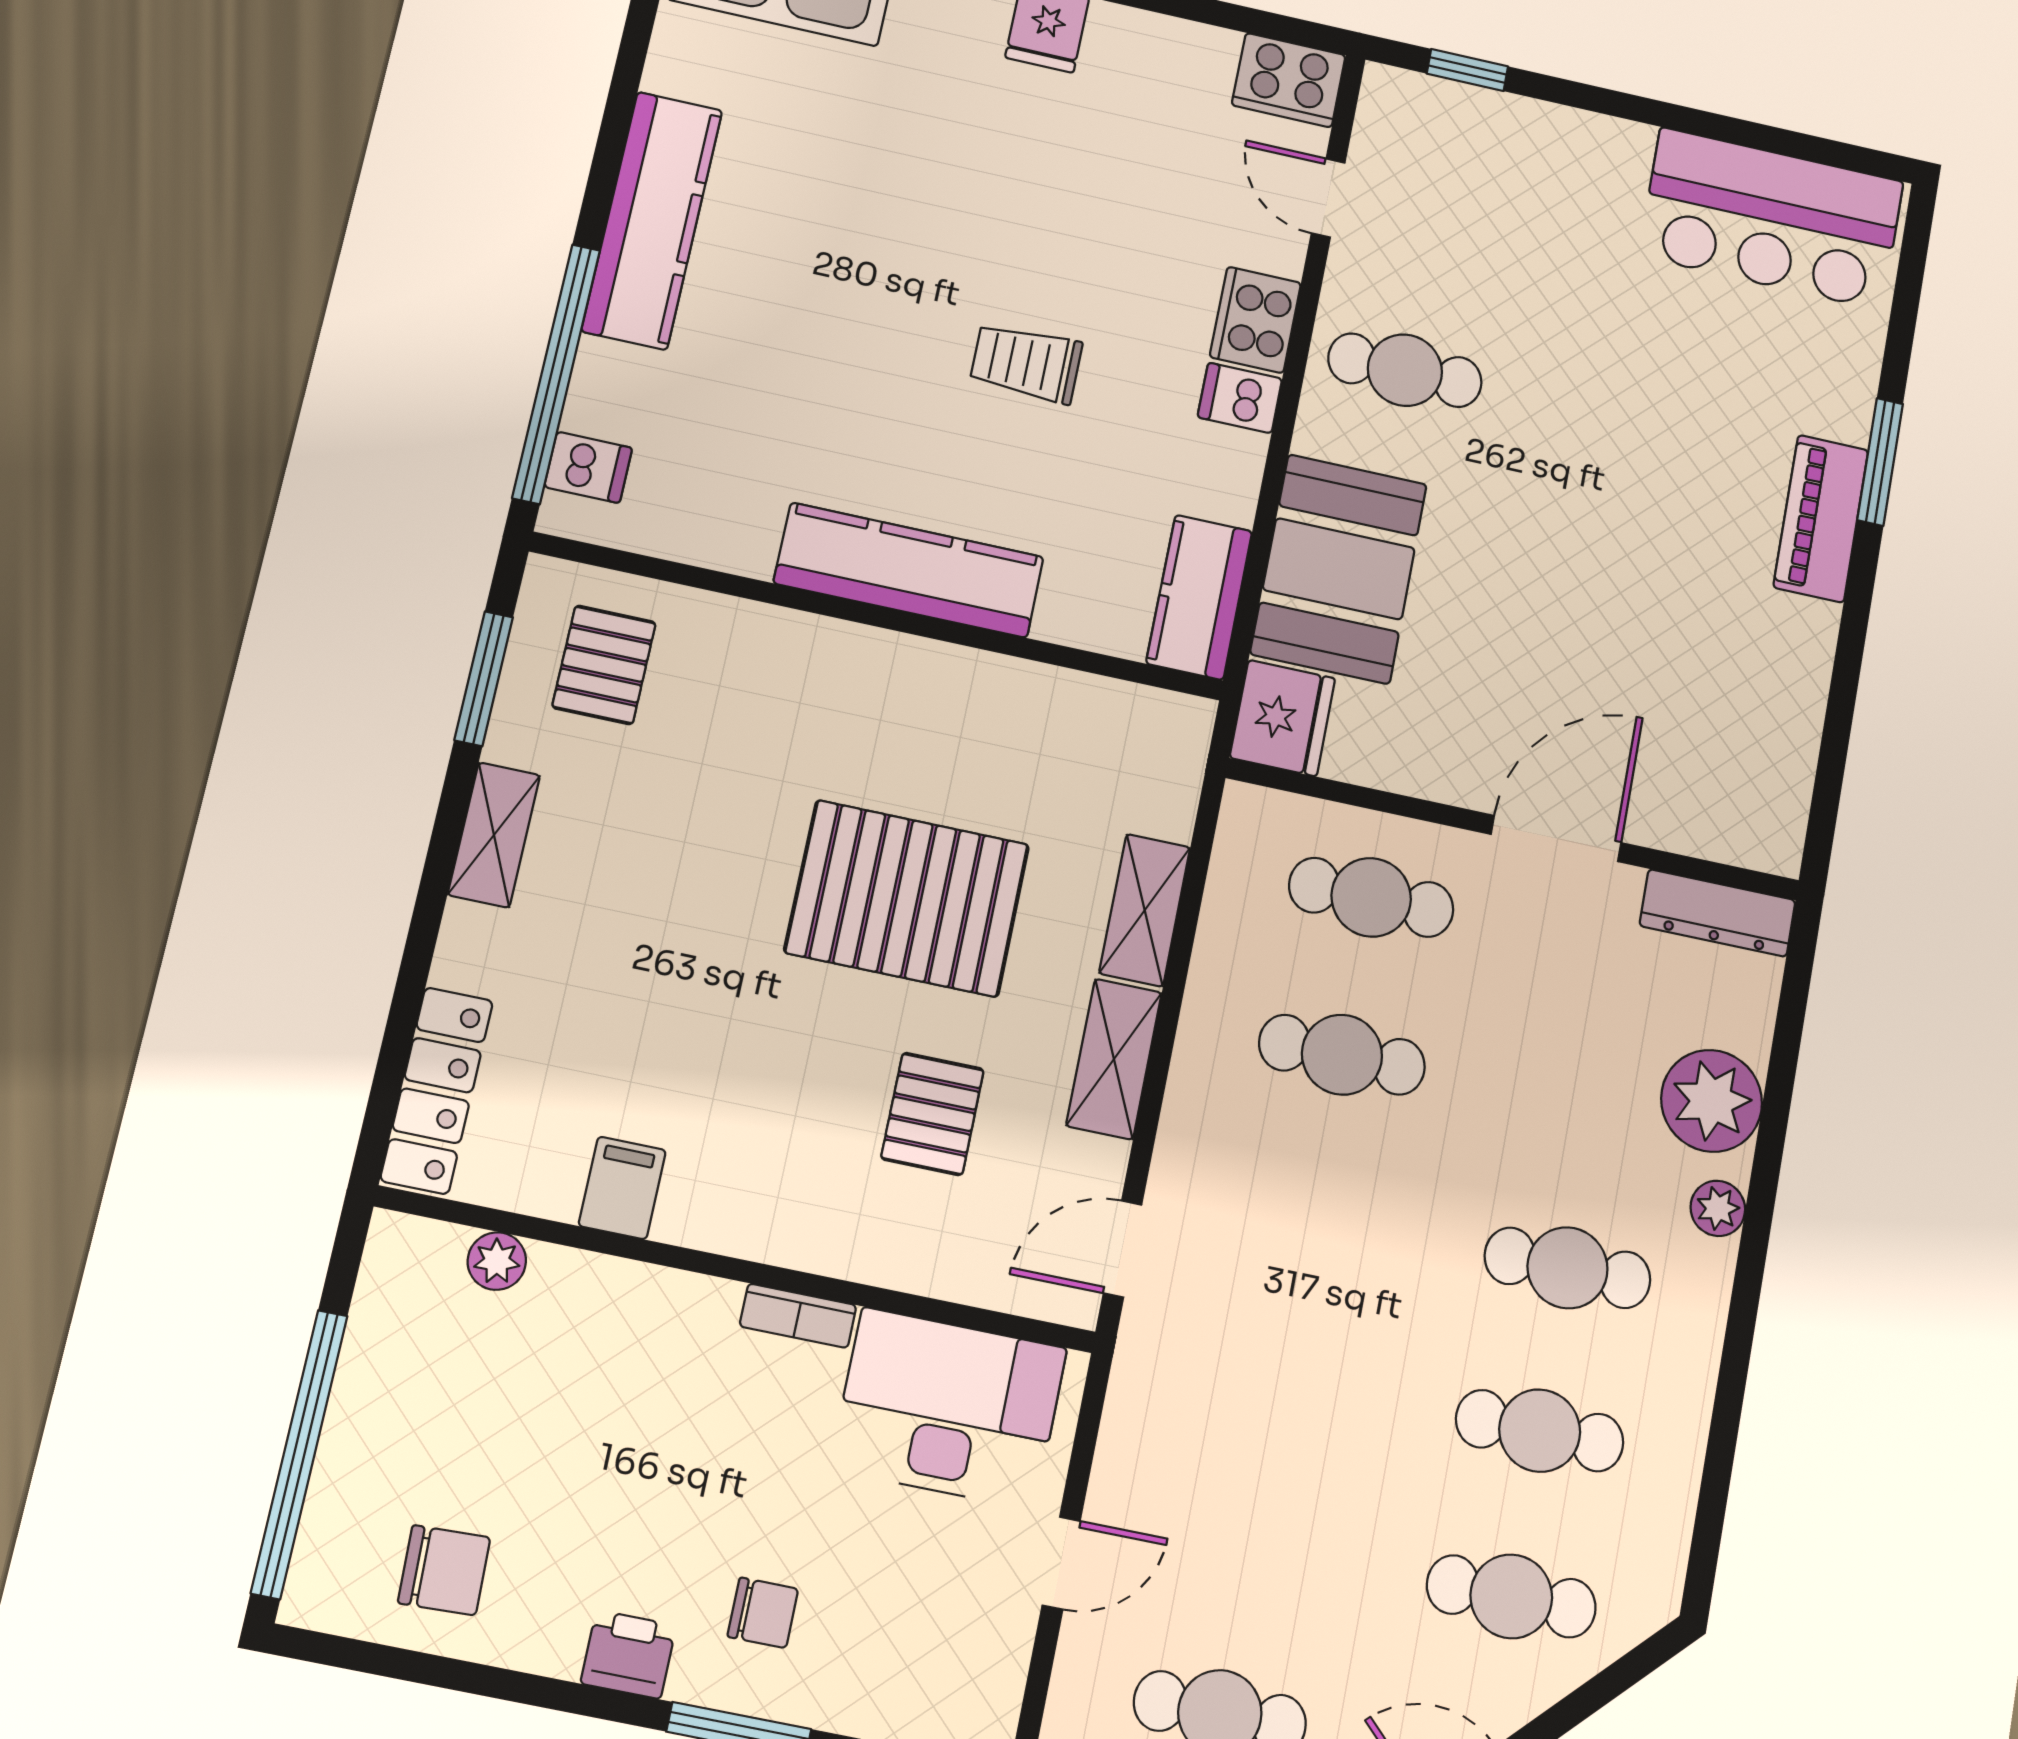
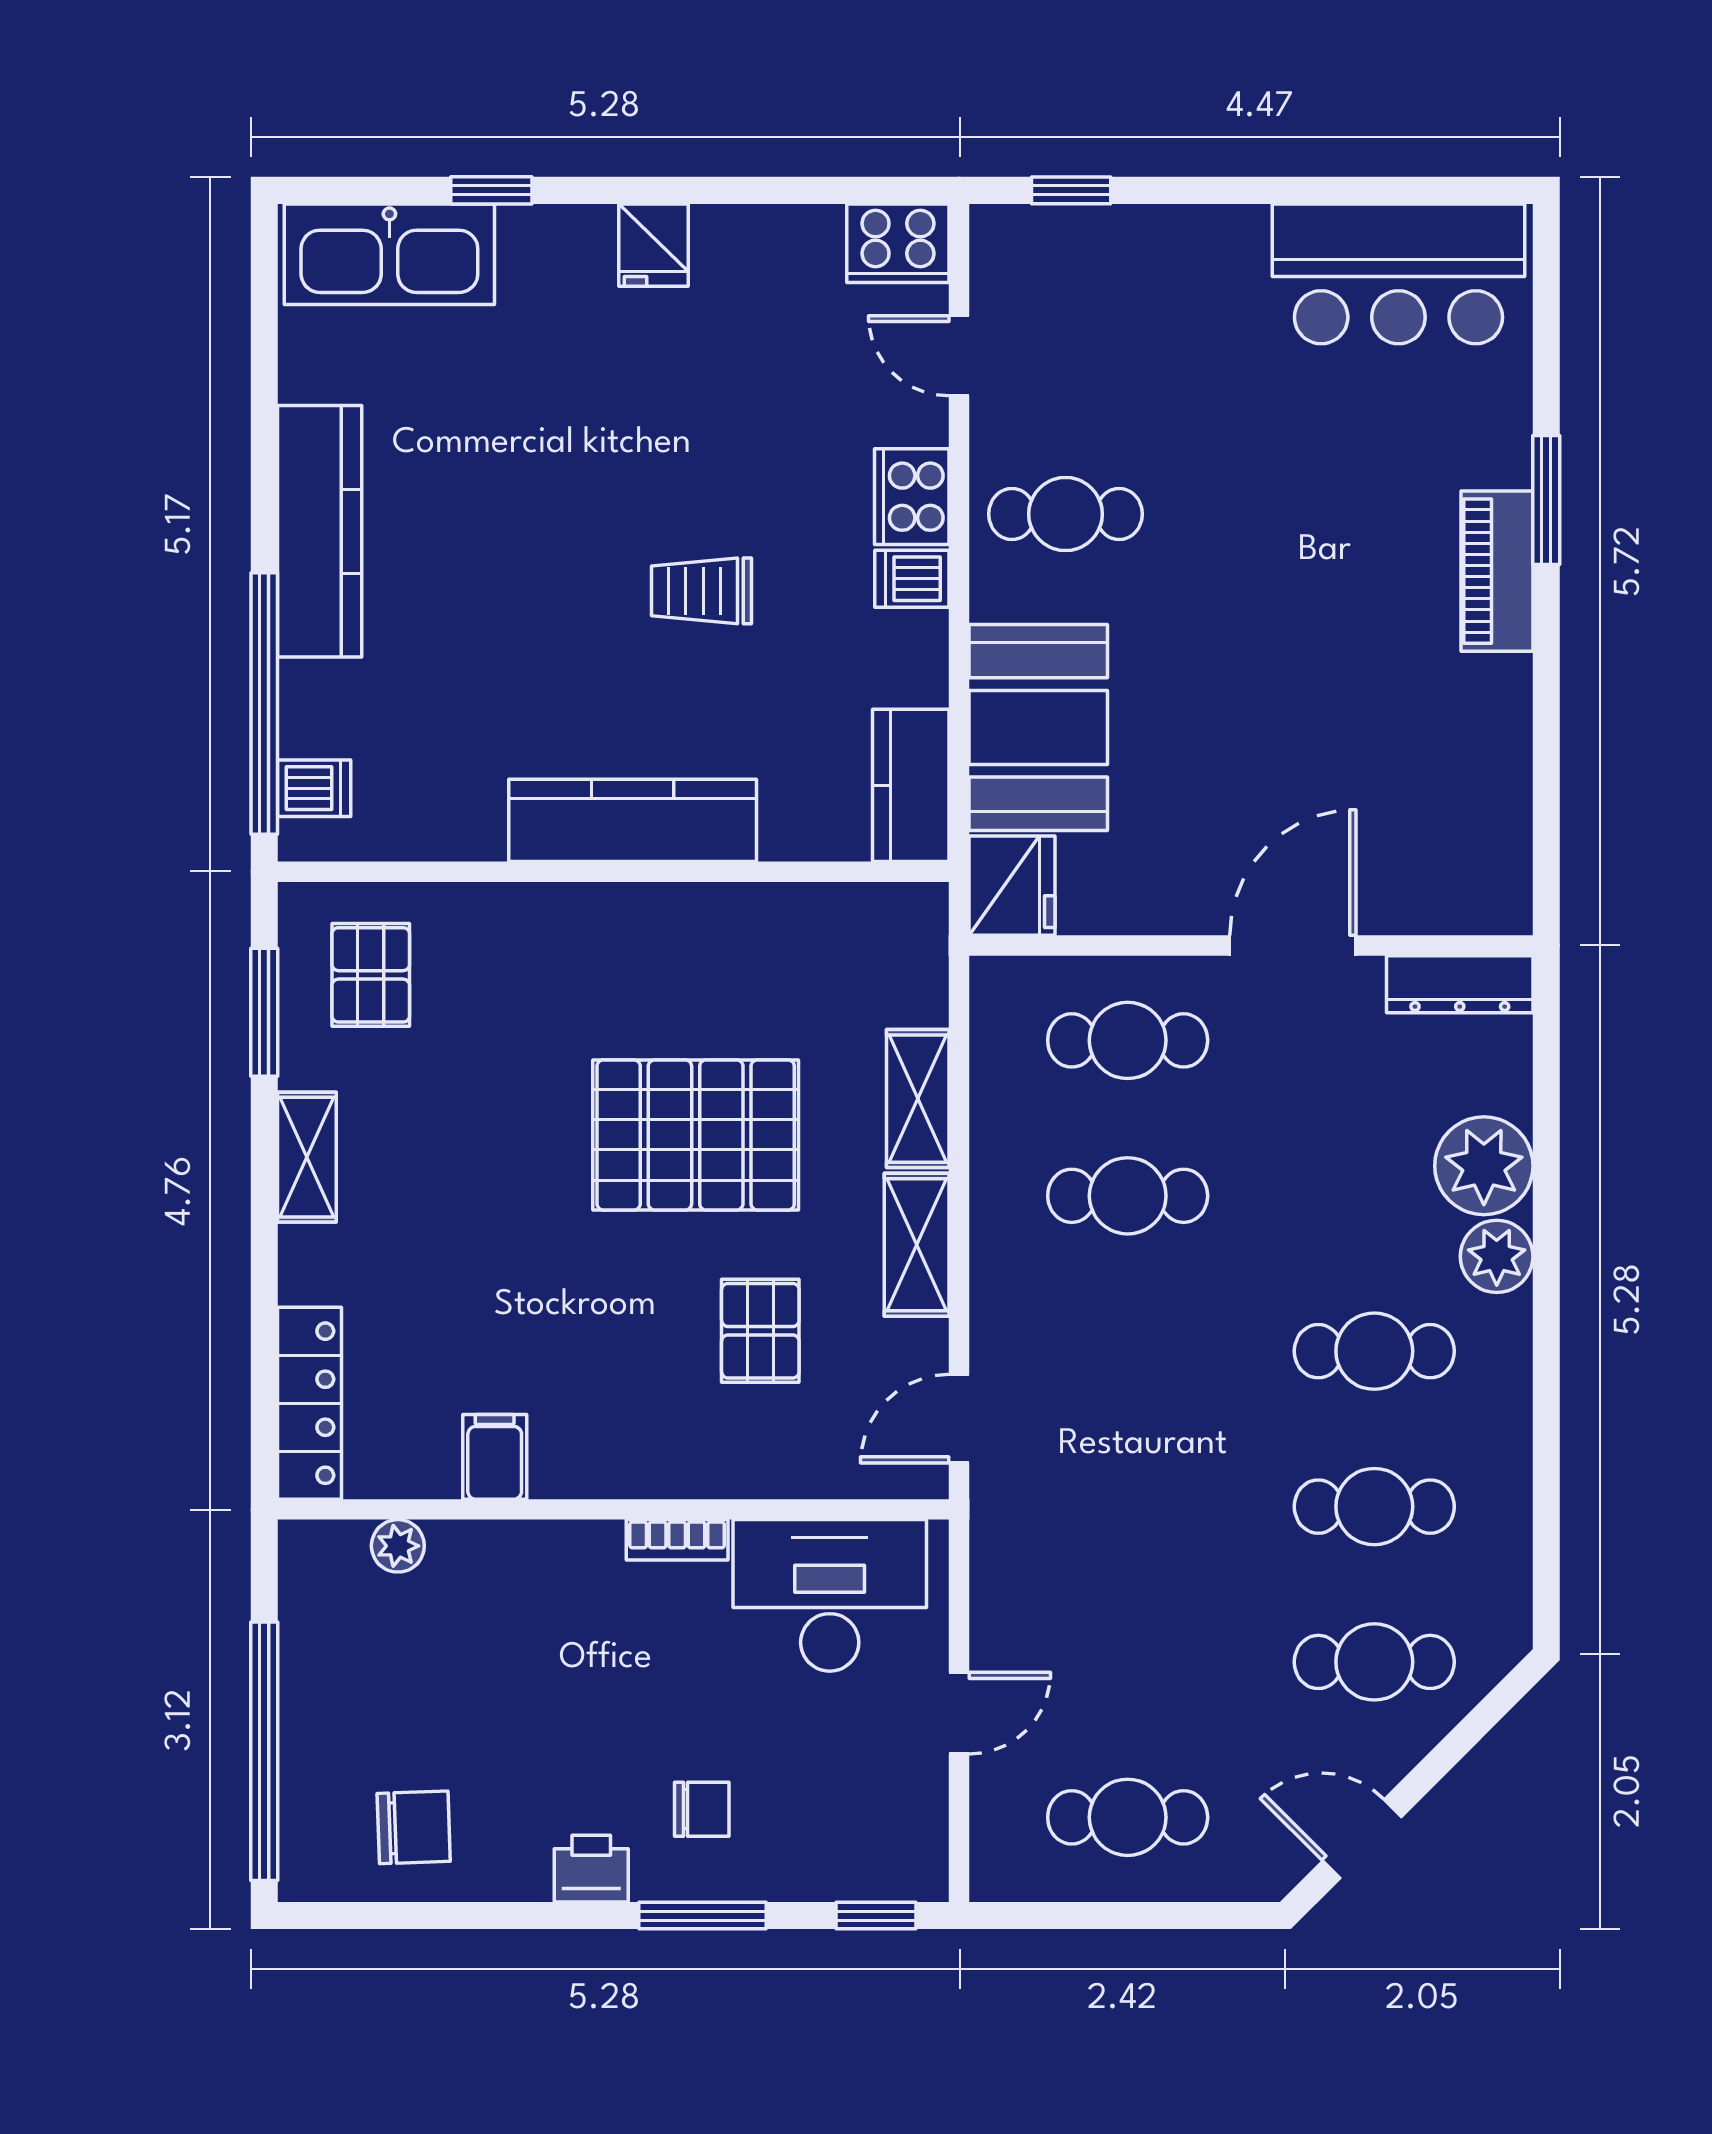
plant: (1718, 1208) -> (1497, 1256), width x1.38, depth x1.38

